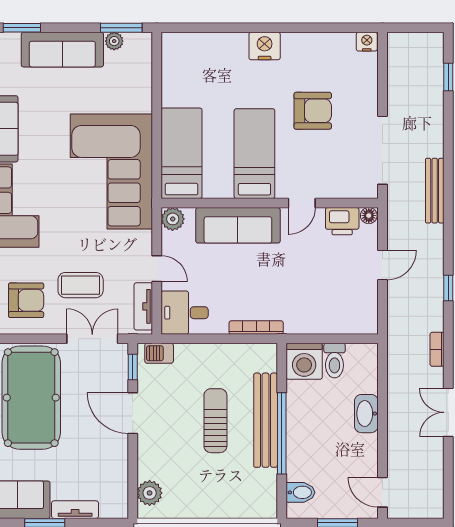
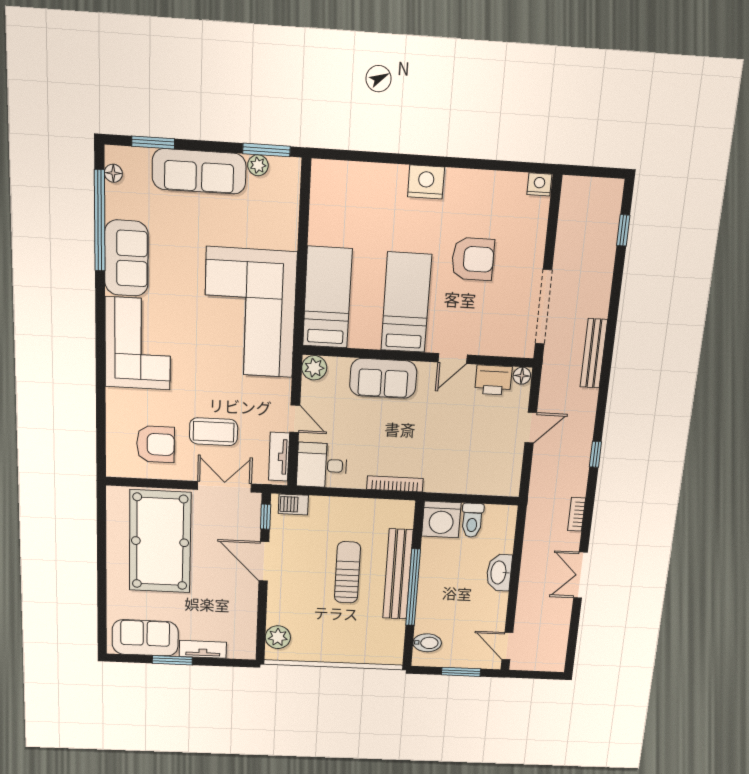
sofa: (238, 225) -> (383, 378), width x0.73

